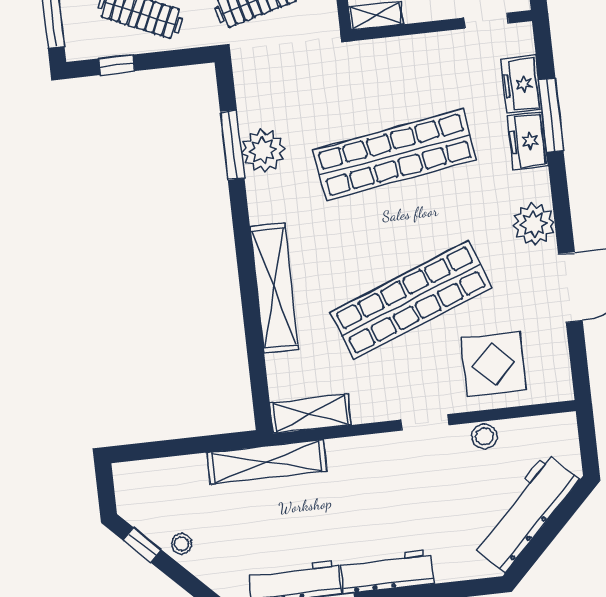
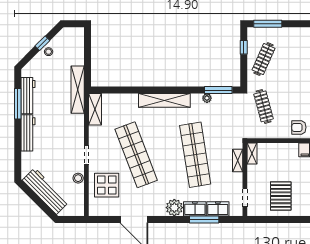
shelving: (397, 49) -> (238, 160), added
window: (232, 145) -> (218, 90), moved
plant: (263, 151) -> (207, 98), width x0.53, depth x0.53
plant: (534, 224) -> (174, 208), moved
shelving: (274, 288) -> (164, 100), moved
window: (142, 545) -> (42, 43), moved

